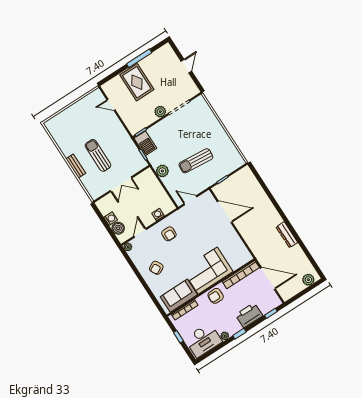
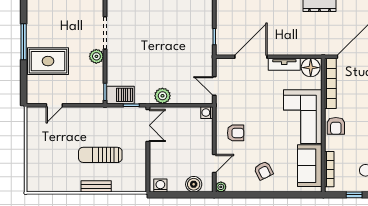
sun lounger: (196, 161) -> (175, 52), removed
double door: (121, 184) -> (148, 125), moved
door: (190, 200) -> (214, 86), hinge flipped
washing machine: (158, 215) -> (207, 113), moved
washing machine: (111, 219) -> (160, 186), moved
door: (140, 233) -> (214, 164), swing flipped
tv unit: (234, 237) -> (284, 64), added
floor lamp: (243, 255) -> (311, 68), added

